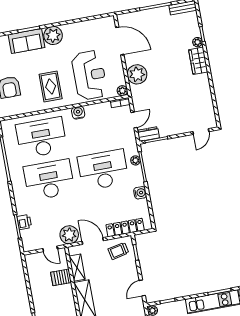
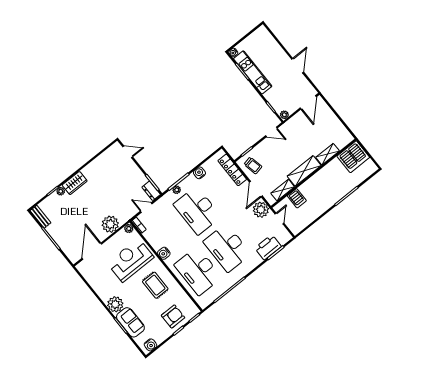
rug: (51, 86) -> (155, 285), turned 90
printer: (24, 222) -> (268, 247), width x1.87, depth x1.48

